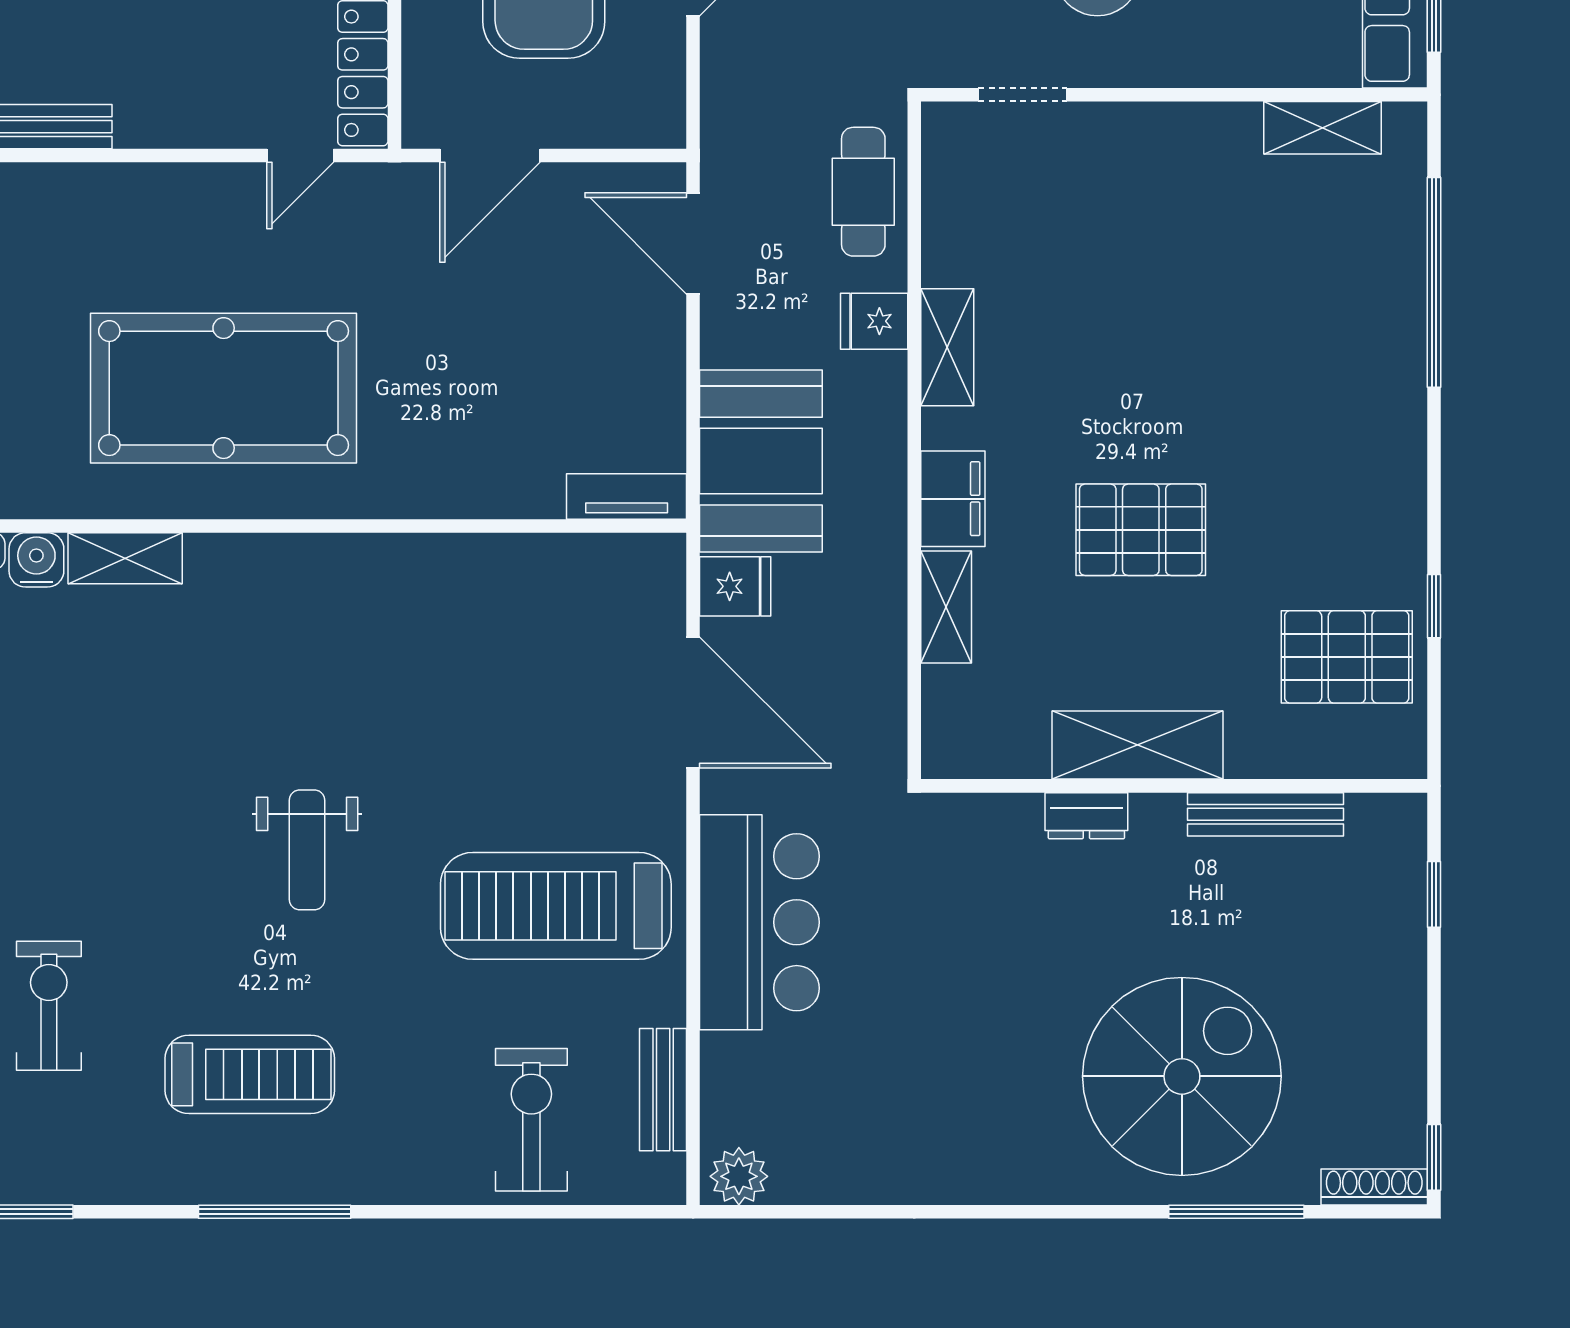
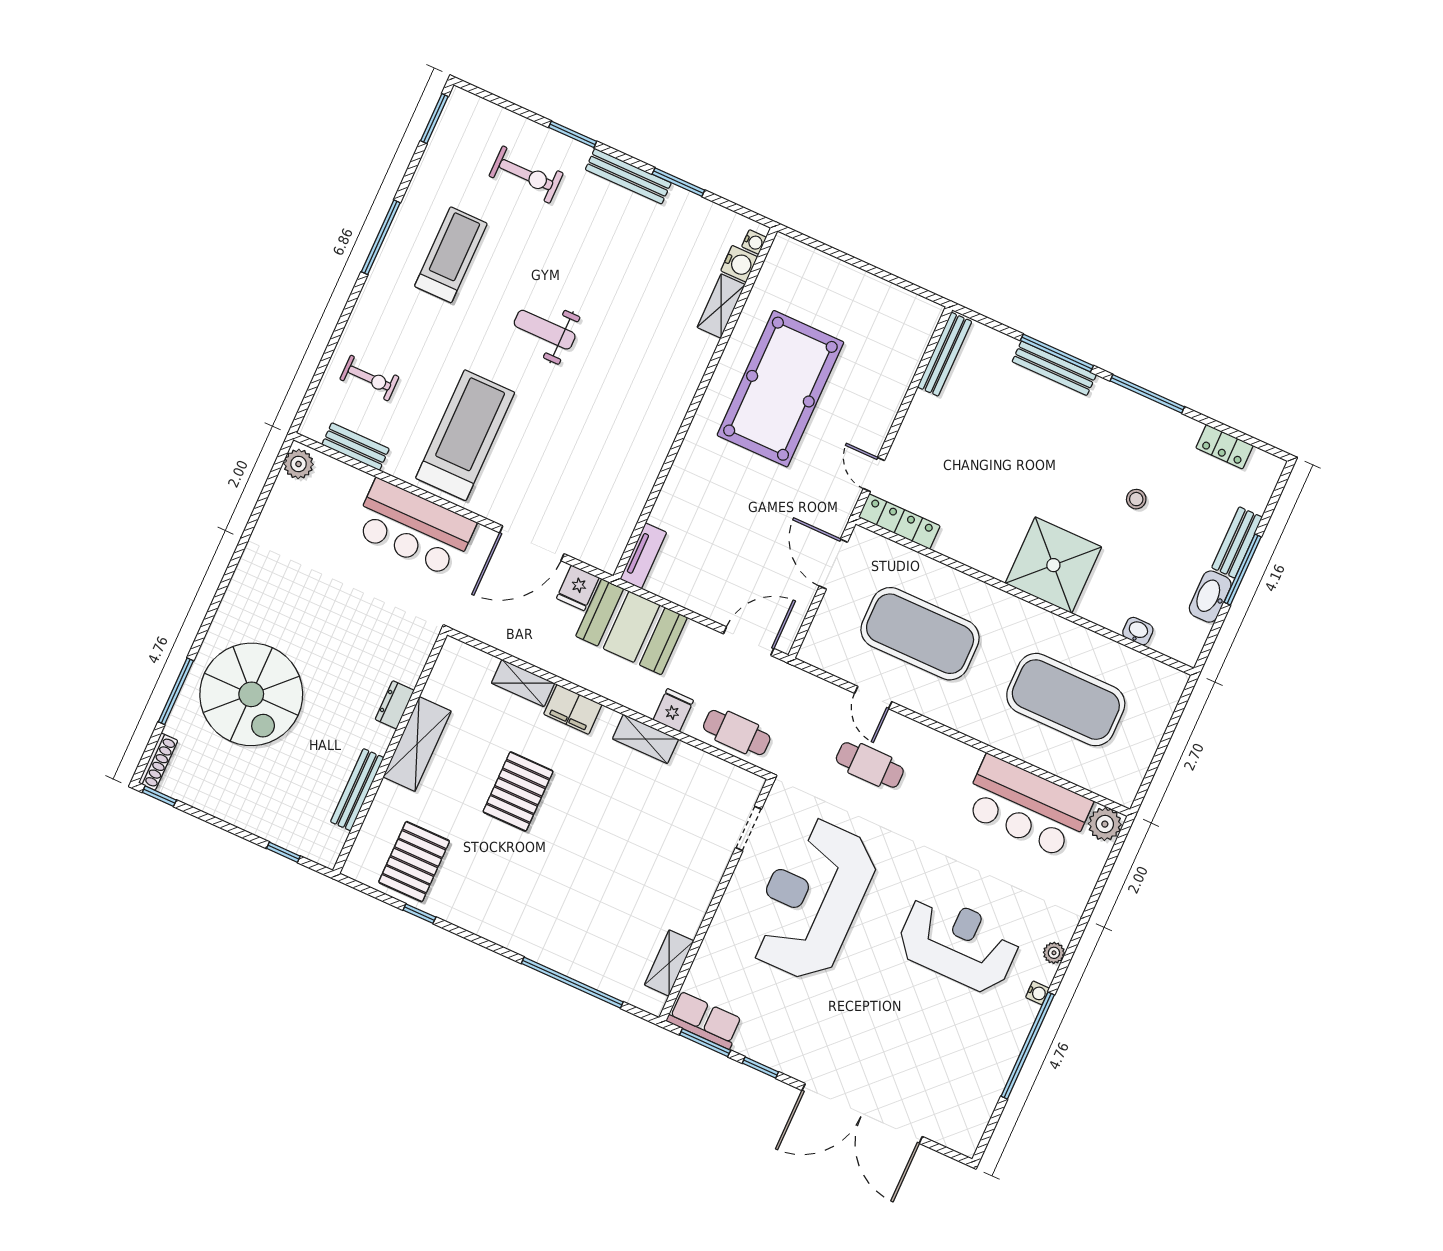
treadmill: (250, 1074) -> (451, 255), turned 180
exercise bike: (531, 1120) -> (369, 378), width x0.73, depth x0.72

